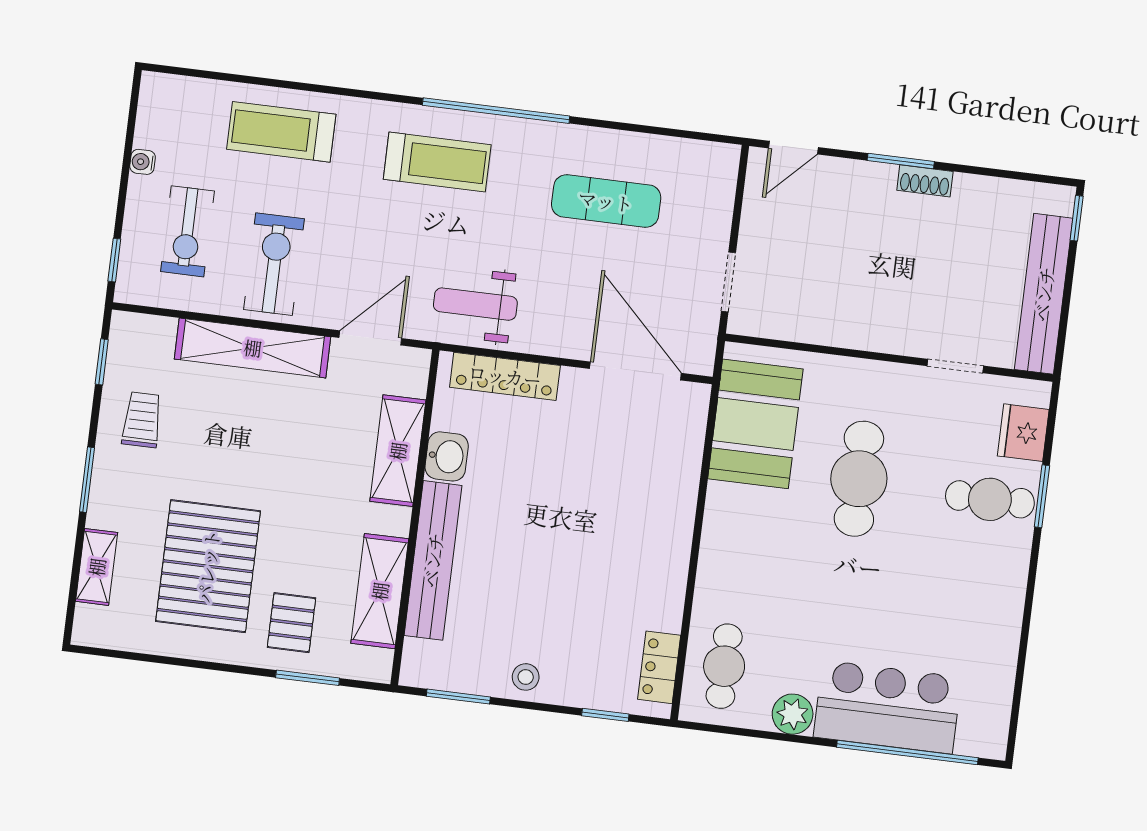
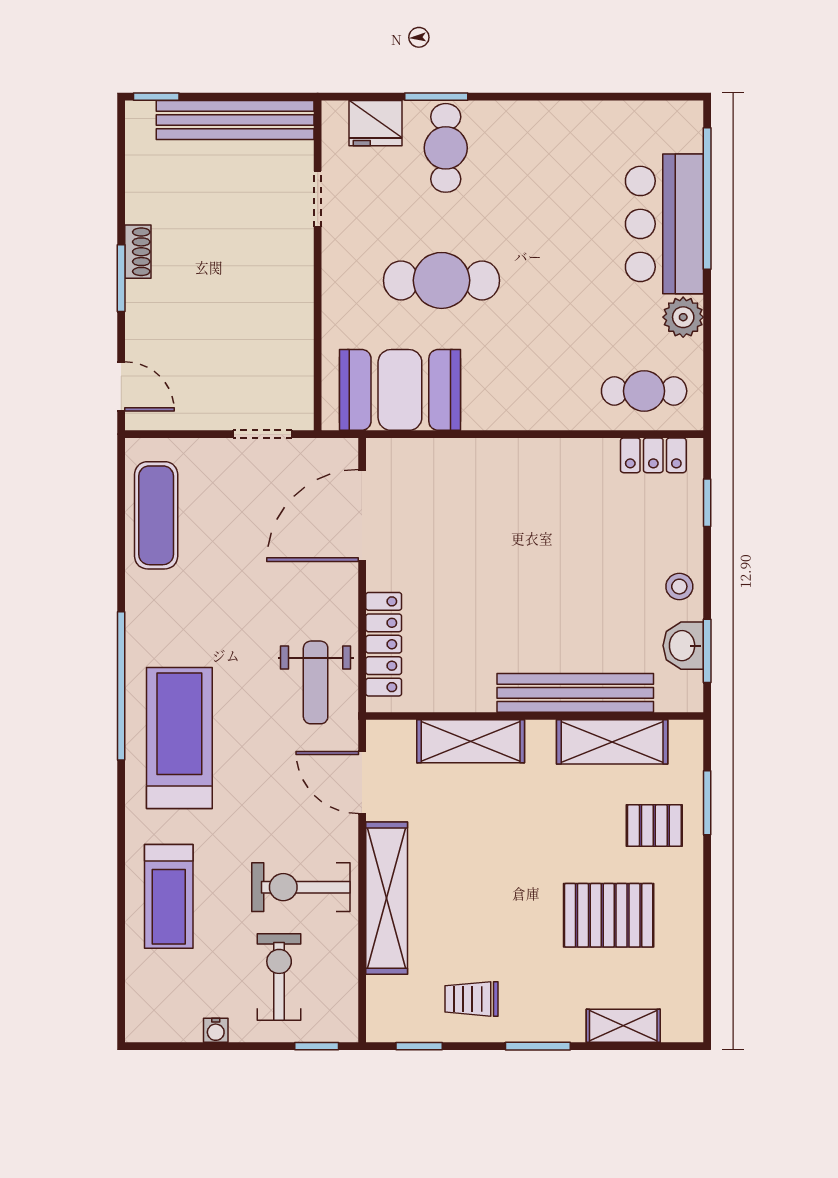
treadmill: (437, 162) -> (179, 738), width x1.37, depth x1.38
exercise mat: (606, 201) -> (156, 515), moved
exercise bike: (187, 231) -> (279, 977), turned -90
washbasin: (447, 456) -> (683, 646), moved, turned -90
pallet: (208, 566) -> (609, 915), width x0.73, depth x0.71

